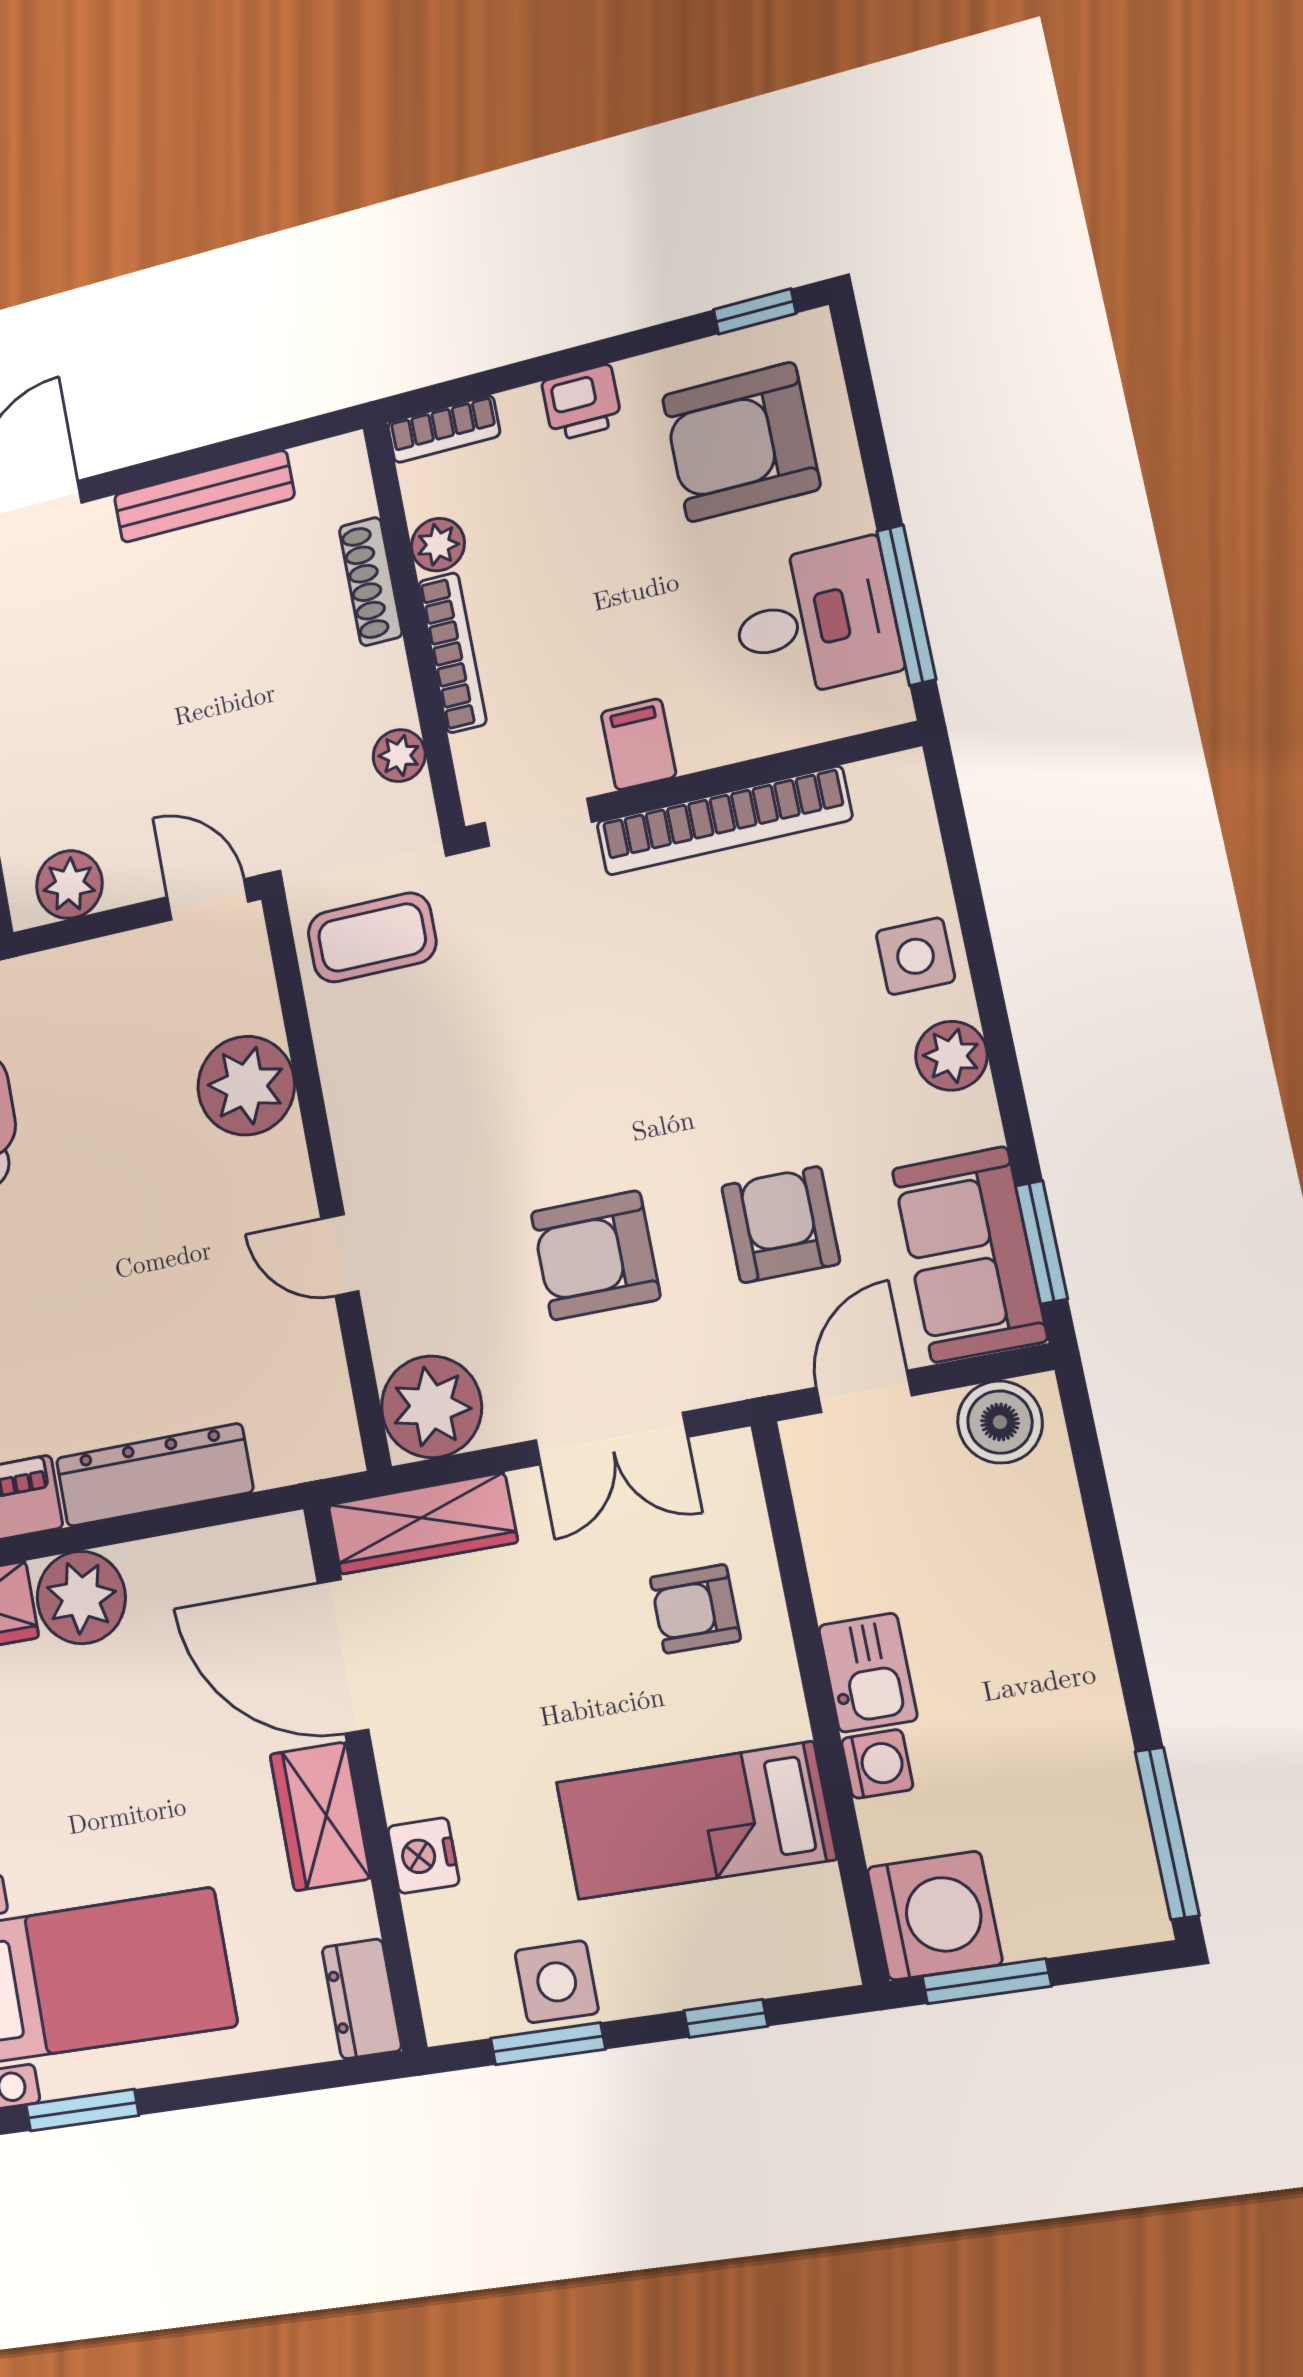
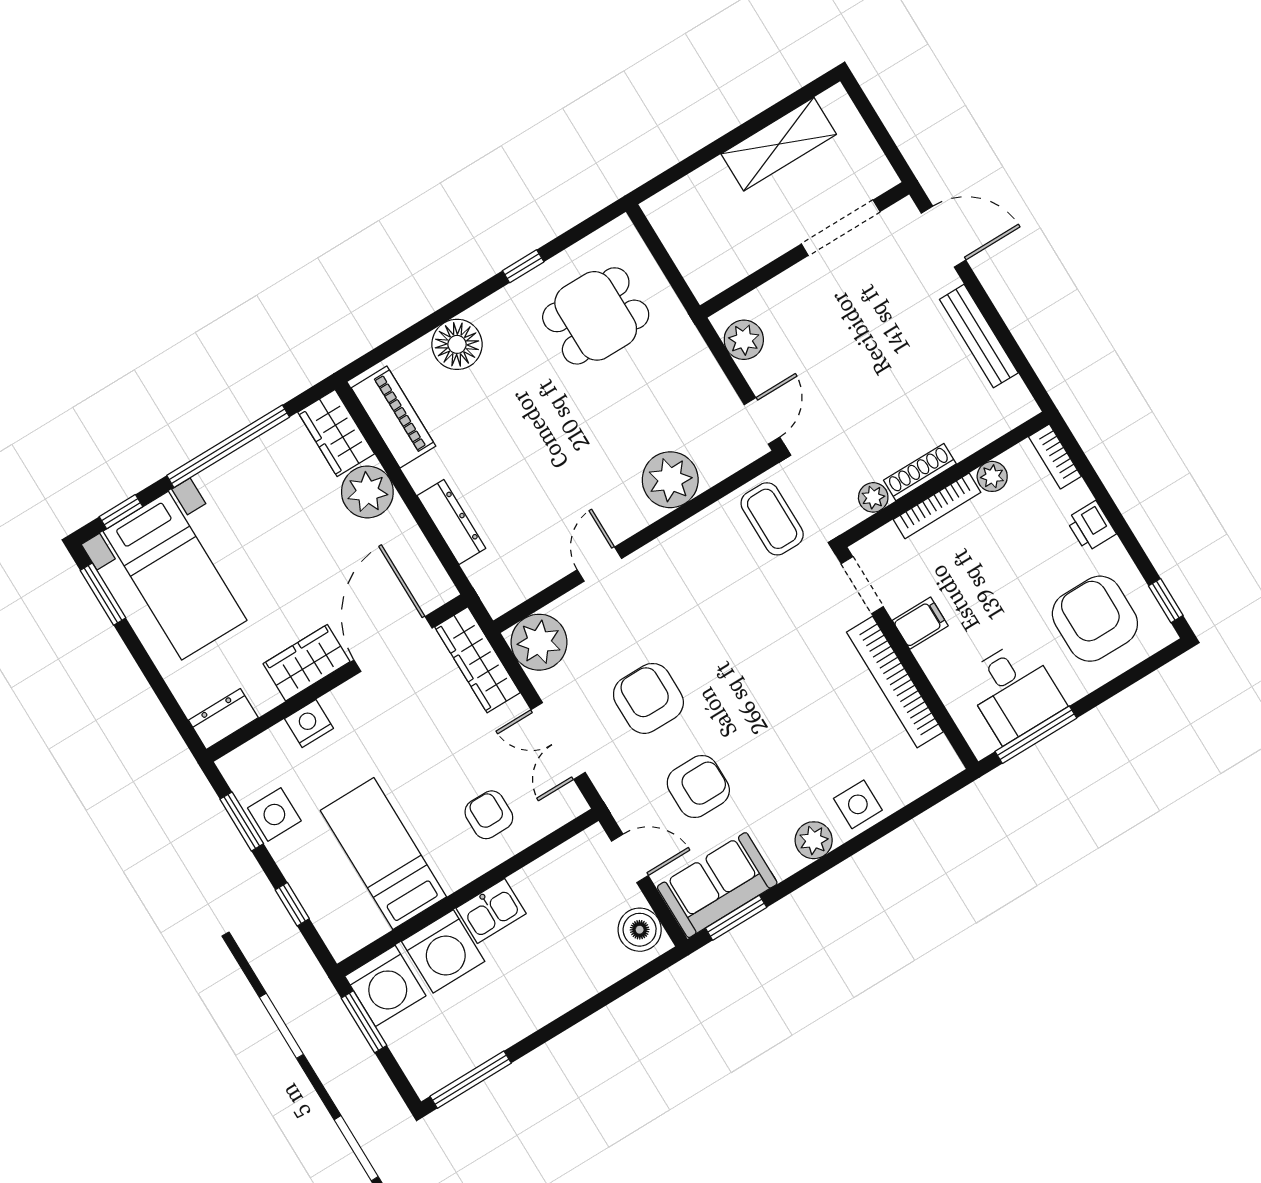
shoe rack: (371, 582) -> (920, 472), moved
dresser: (154, 1475) -> (451, 522), width x0.73, depth x0.80
washing machine: (877, 1764) -> (443, 951), width x1.89, depth x1.89

